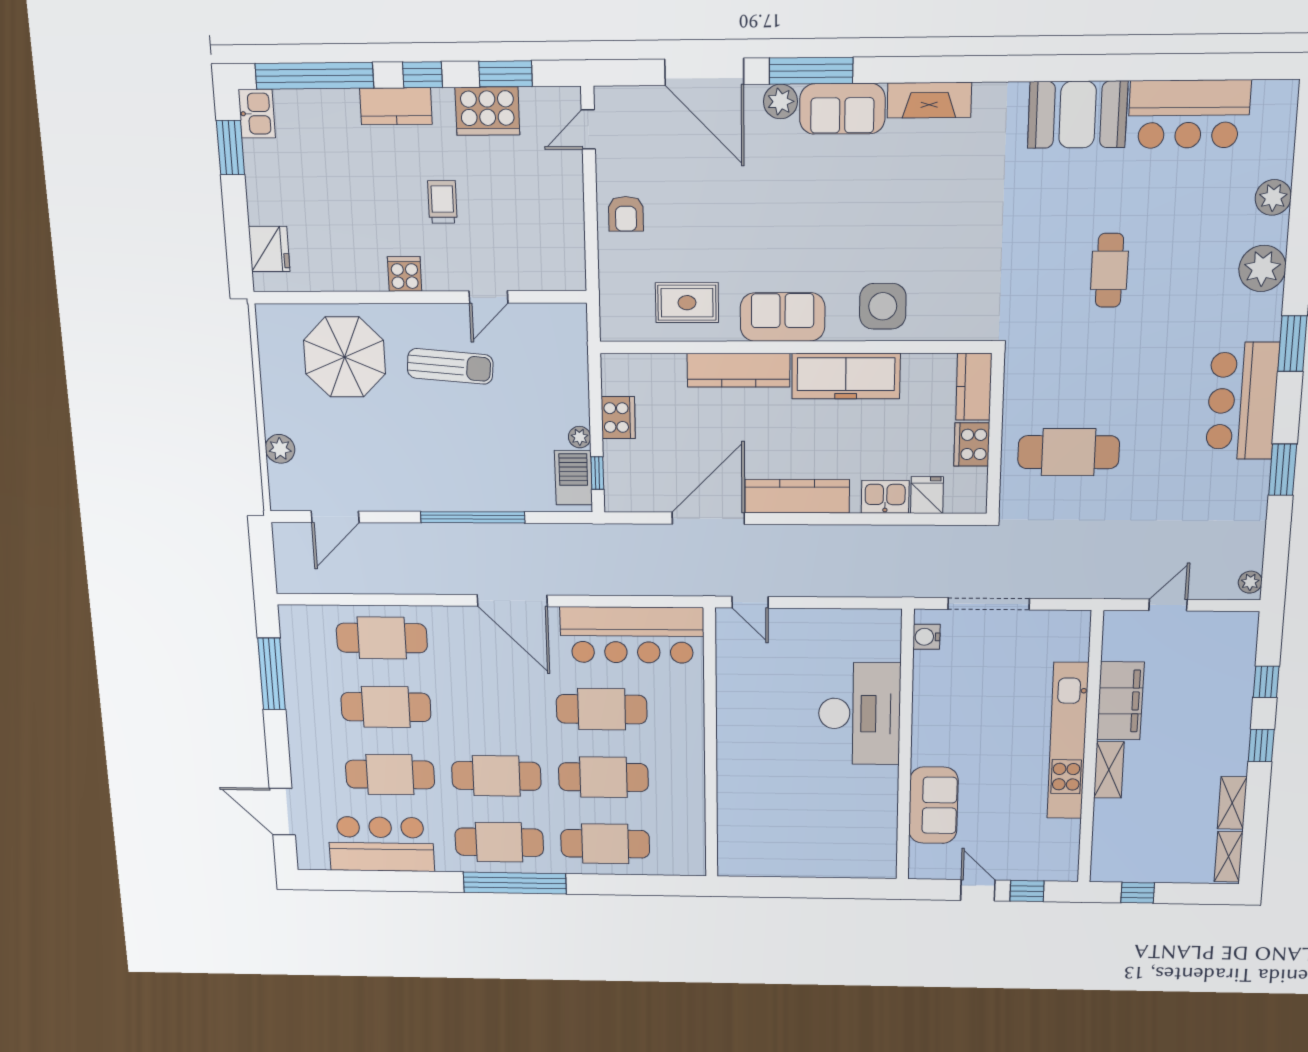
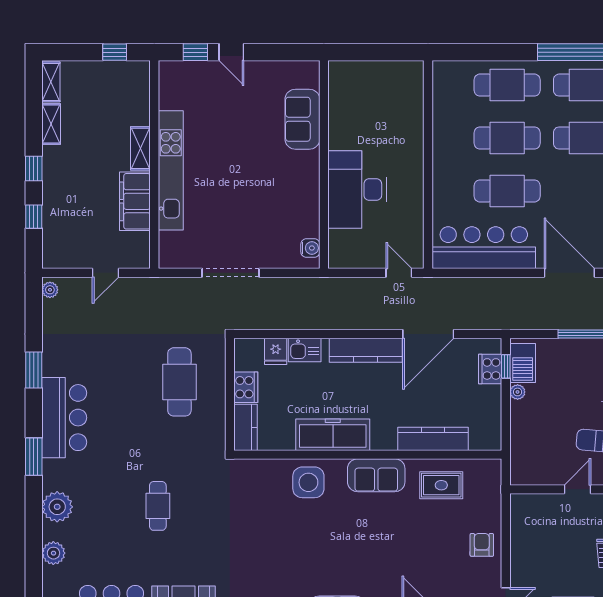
kitchen counter: (739, 370) -> (433, 439), moved
cooker: (618, 418) -> (490, 369), moved
cafe table: (1069, 452) -> (179, 382), turned 90
water cooler: (926, 637) -> (310, 248), moved
desk: (859, 714) -> (357, 190), moved
wall: (905, 747) -> (324, 164), moved
sofa: (933, 805) -> (302, 119), moved

